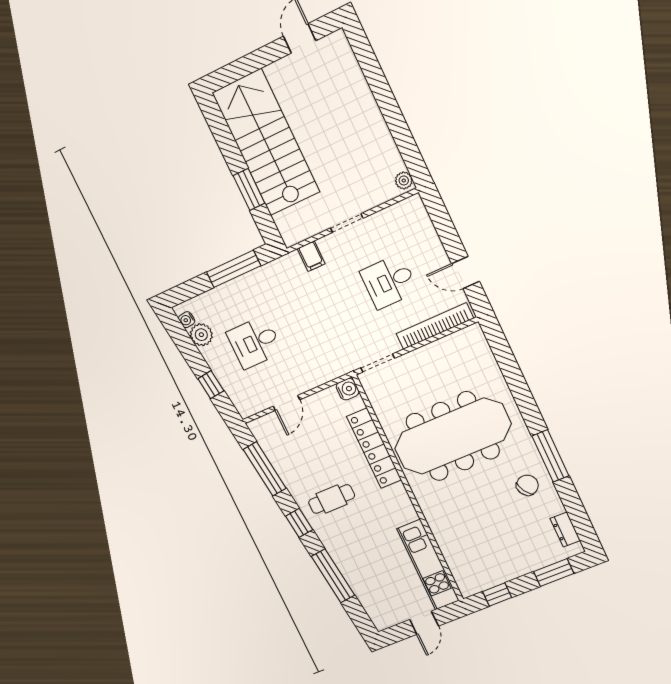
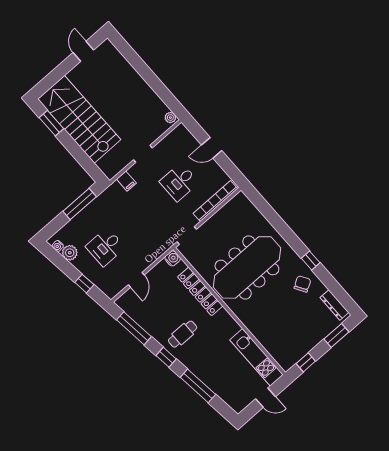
window: (249, 189) -> (51, 123), moved
door: (466, 273) -> (212, 148), moved
window: (550, 456) -> (311, 260), width x0.46
dresser: (565, 530) -> (334, 305), width x1.44
door: (424, 623) -> (266, 398), hinge flipped

